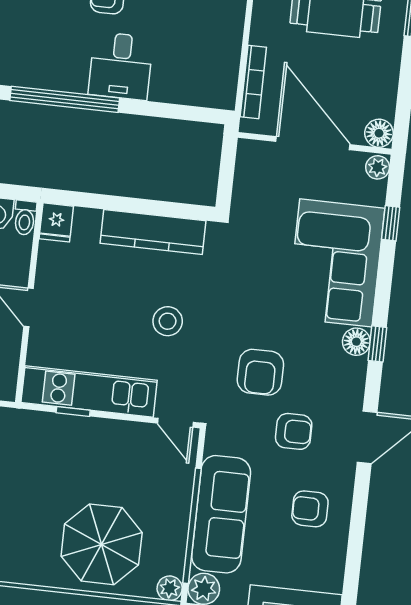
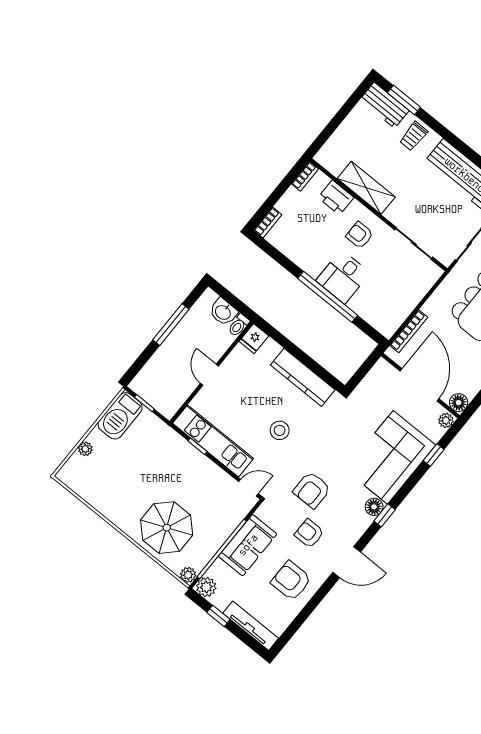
window: (65, 99) -> (328, 297), moved
door: (175, 423) -> (249, 488), swing flipped
armchair: (294, 431) -> (309, 533), turned 180
armchair: (310, 509) -> (291, 581), width x1.38, depth x1.38
sofa: (221, 514) -> (248, 545), width x0.73

